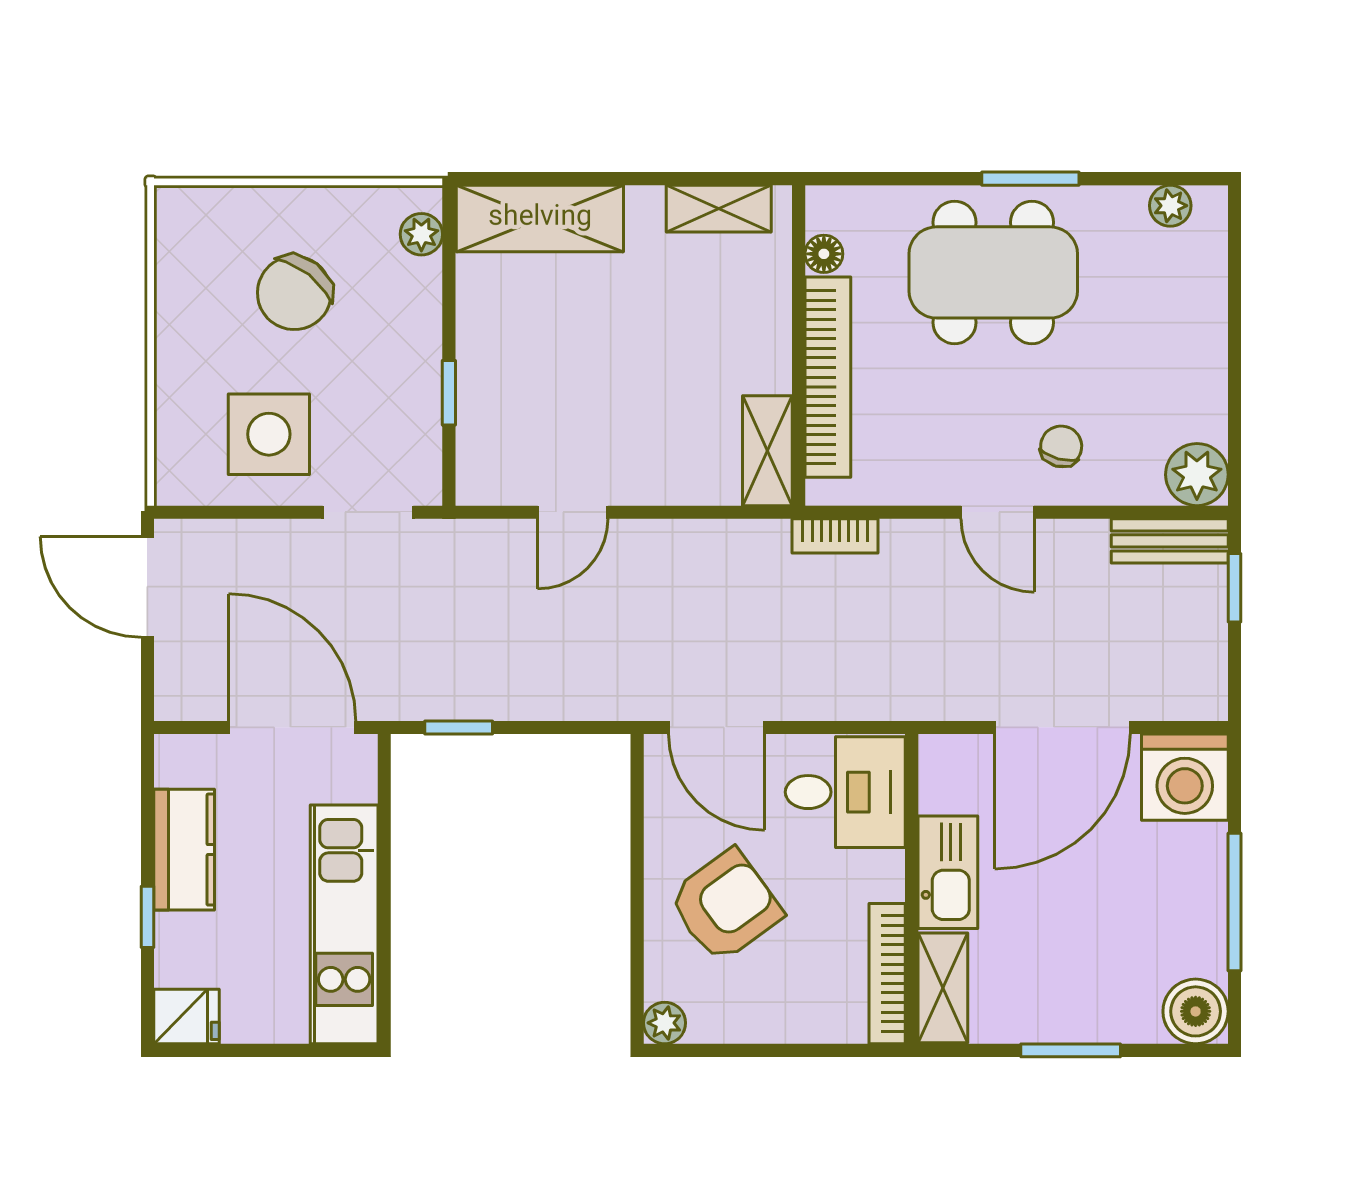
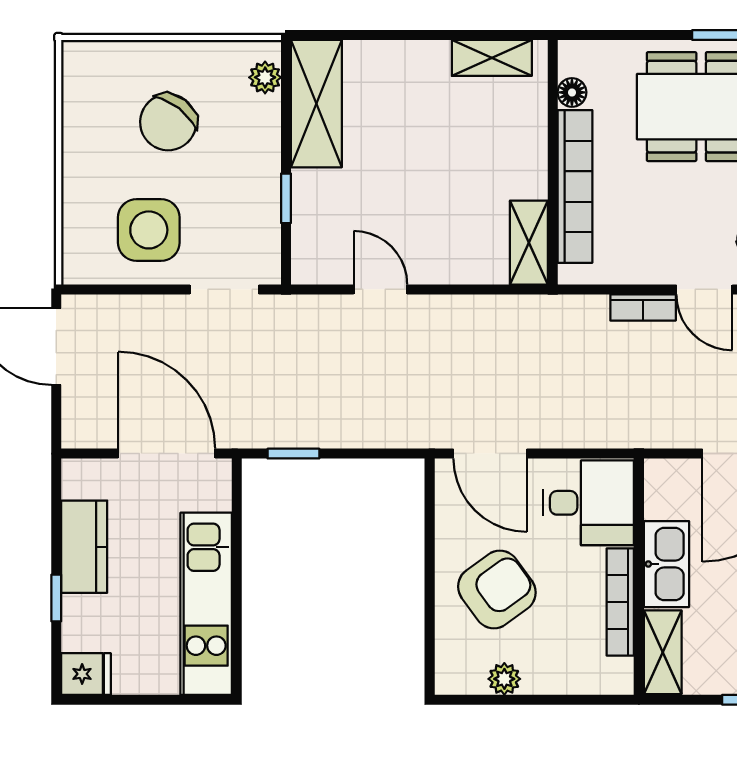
shelving: (540, 218) -> (316, 104), moved, turned 90
door: (573, 512) -> (380, 289), swing flipped
bookcase: (835, 536) -> (643, 307), moved
bookcase: (887, 974) -> (620, 602), moved
plant: (665, 1023) -> (504, 679), moved

